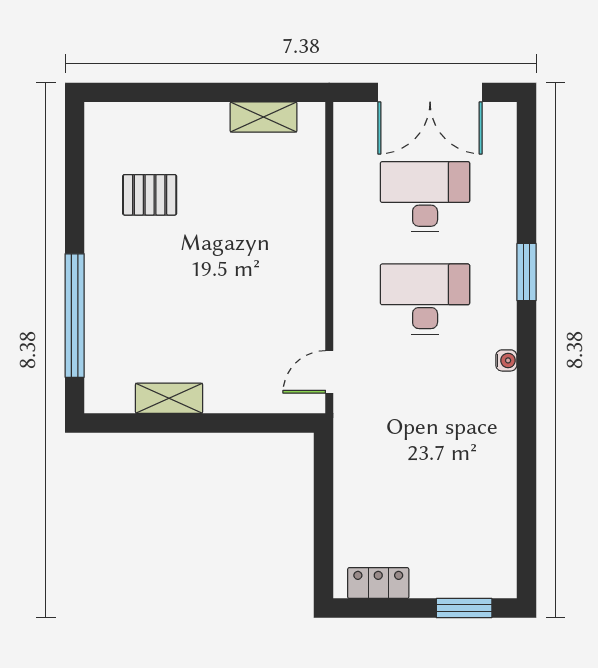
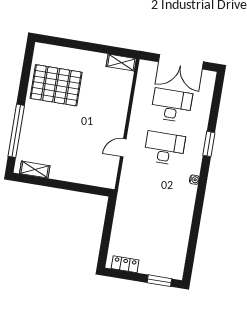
shelving: (264, 117) -> (121, 63), moved
pallet: (150, 195) -> (56, 85), width x2.05, depth x2.00
door: (329, 372) -> (123, 148), moved
shelving: (169, 398) -> (35, 170), moved

